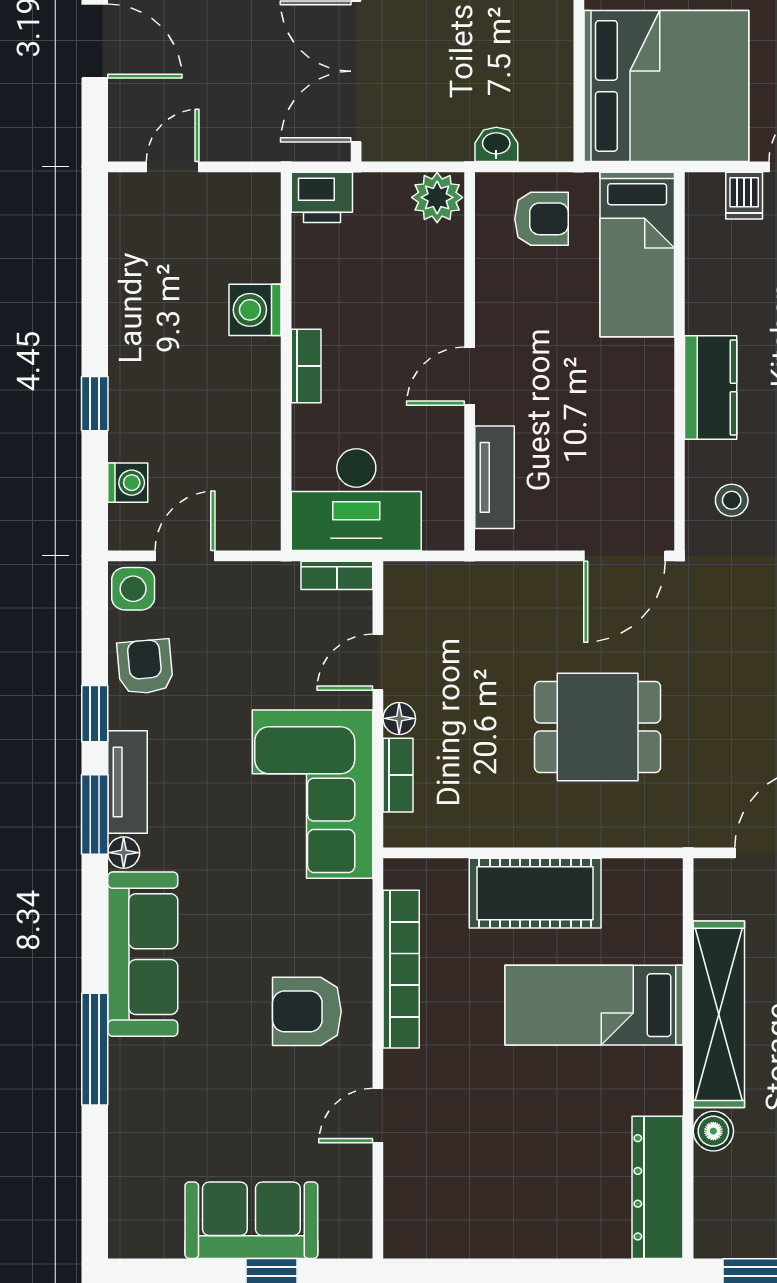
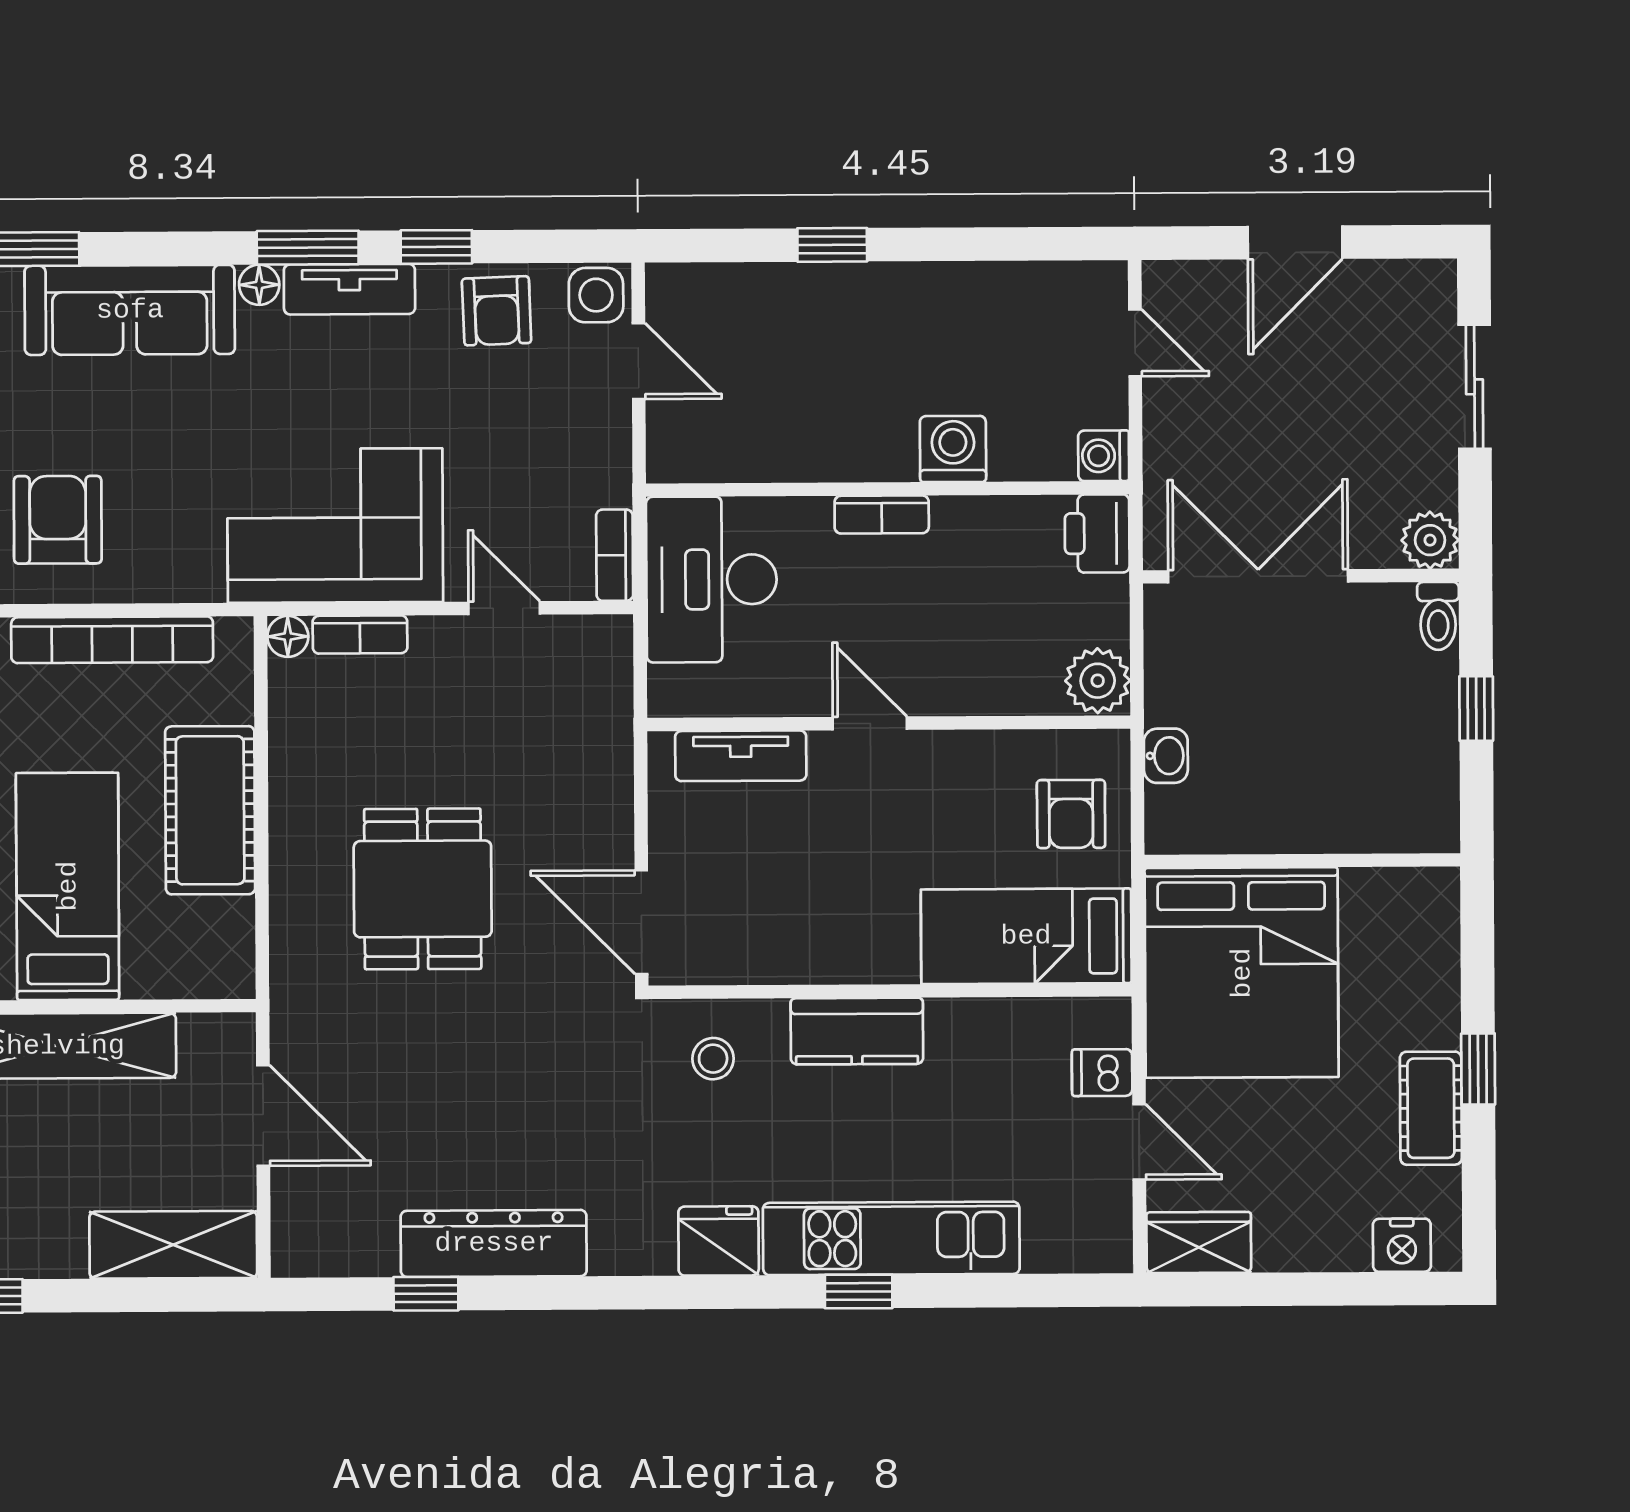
washing machine: (128, 483) -> (1104, 456), moved, turned 90
armchair: (145, 667) -> (497, 311), turned 93
floor lamp: (399, 718) -> (288, 636), moved

